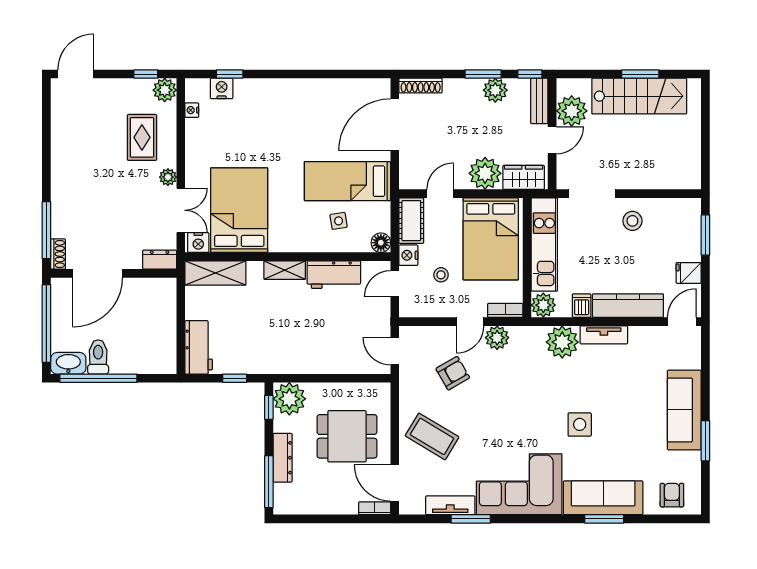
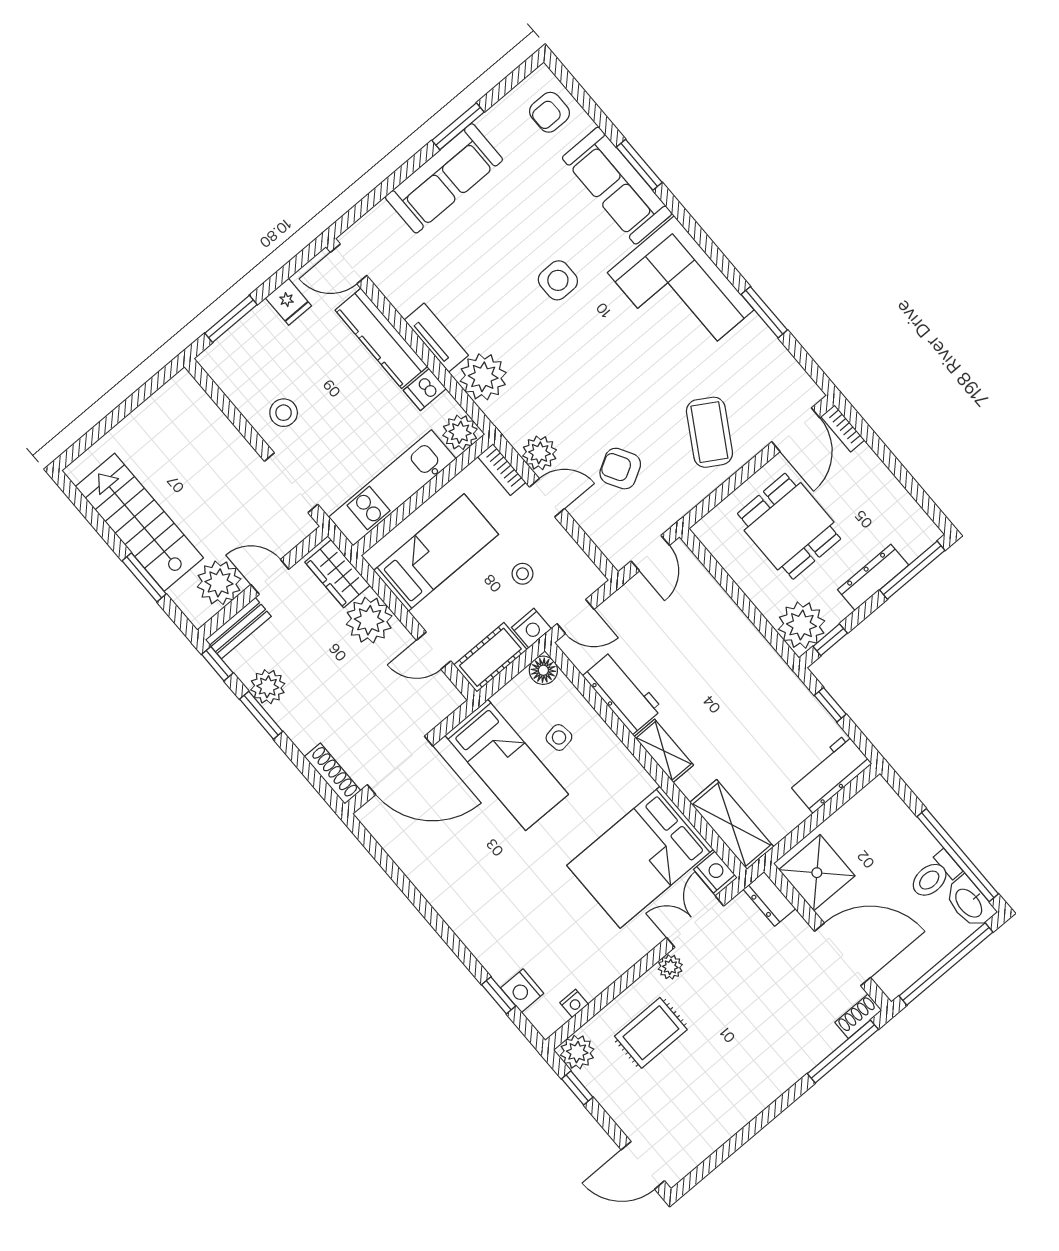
window: (640, 74) -> (144, 577), moved
bed: (491, 239) -> (436, 552), width x0.67
shower: (152, 296) -> (817, 873), added
tv unit: (450, 505) -> (768, 348), removed

